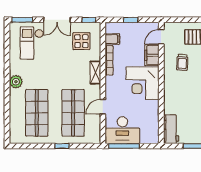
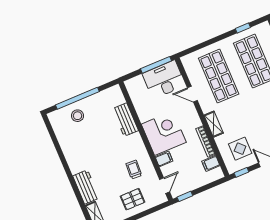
window: (131, 20) -> (185, 196), moved
filing cabinet: (152, 55) -> (164, 159), width x0.50
door: (103, 107) -> (192, 94), swing flipped
workbench: (171, 129) -> (125, 120), moved
window: (62, 146) -> (243, 28), moved

